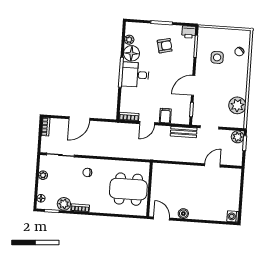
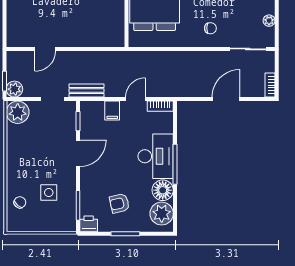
plant: (129, 40) -> (162, 214), width x1.88, depth x1.88
desk: (135, 75) -> (156, 156), width x1.37
plant: (237, 105) -> (18, 112), moved

